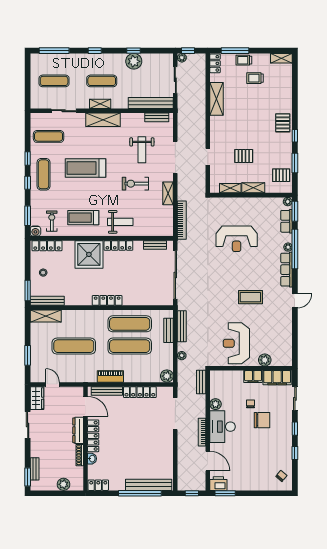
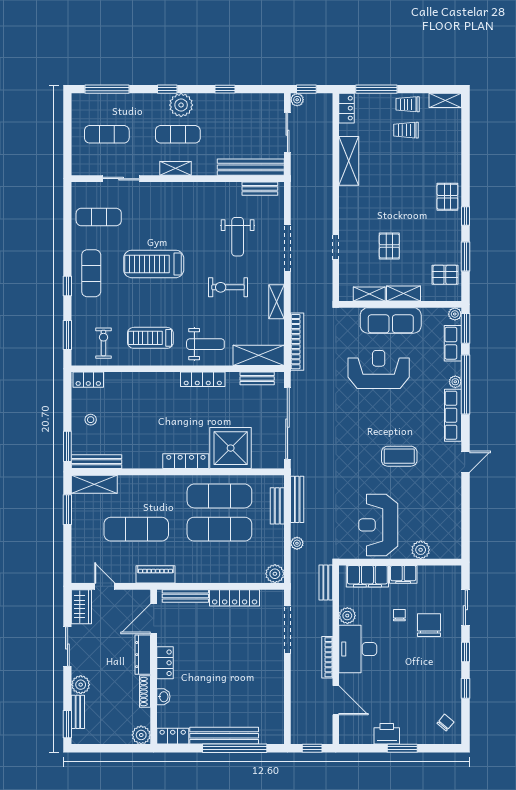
trolley: (244, 60) -> (408, 104), moved
plant: (134, 61) -> (181, 105), moved
shelving: (103, 120) -> (259, 355), moved
pallet: (244, 156) -> (389, 246), turned 90
window: (28, 159) -> (67, 250), removed
sofa: (245, 206) -> (391, 320), added
water cooler: (35, 231) -> (79, 358), removed
reception desk: (237, 239) -> (379, 369), turned 180
locker: (47, 246) -> (88, 380), width x0.66
shower: (89, 254) -> (231, 448), moved
window: (28, 355) -> (67, 510), moved
piano: (110, 376) -> (155, 574), moved
filing cabinet: (277, 378) -> (367, 576), moved
door: (85, 406) -> (154, 619), swing flipped
chair: (262, 420) -> (429, 625), moved, turned -90
locker: (93, 436) -> (165, 663), width x0.66
plant: (36, 451) -> (81, 685), added
plant: (64, 484) -> (141, 735), moved
printer: (218, 484) -> (387, 734), moved
bench: (149, 485) -> (224, 736), moved
window: (225, 493) -> (402, 748), moved

